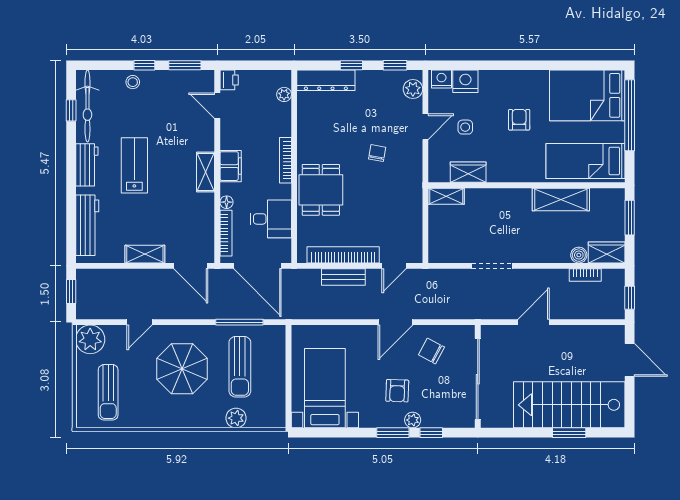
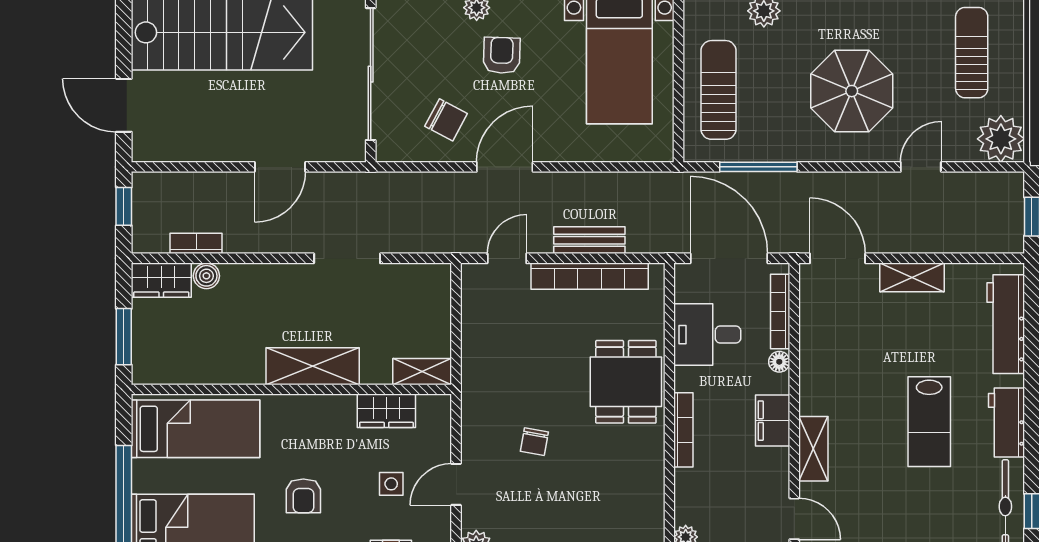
shelving: (206, 172) -> (813, 449), moved
shelving: (561, 199) -> (313, 366), moved
sun lounger: (240, 367) -> (719, 90), moved

